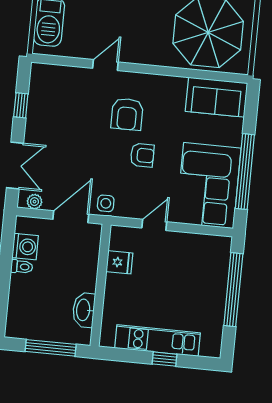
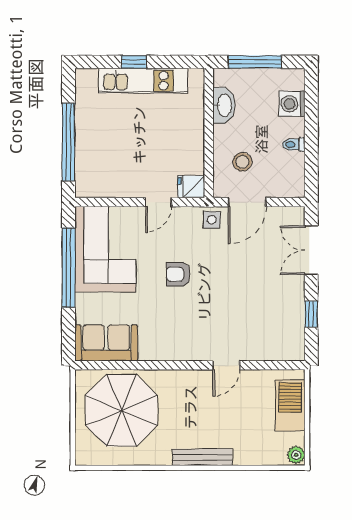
armchair: (127, 114) -> (198, 316), removed
plant: (35, 202) -> (287, 214), removed
washing machine: (25, 247) -> (292, 104), moved
stool: (72, 255) -> (242, 162), added
fridge: (119, 262) -> (191, 187), moved

